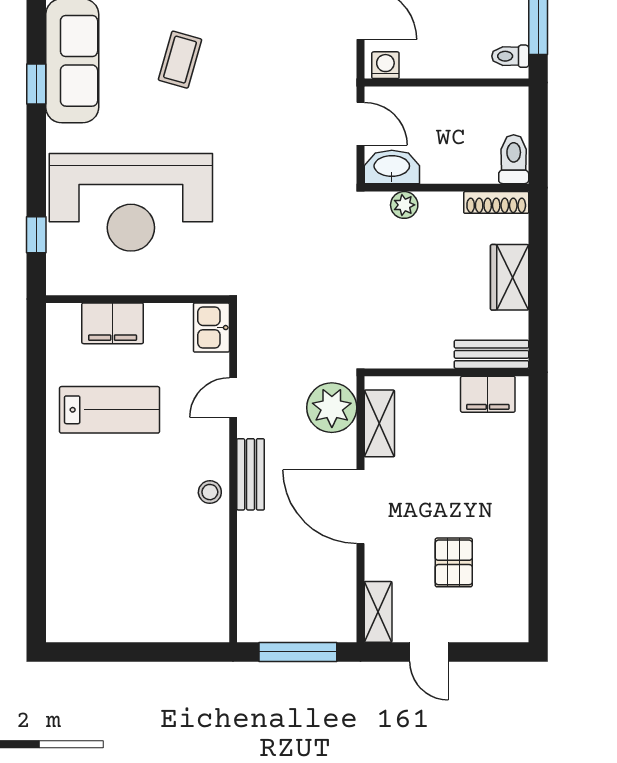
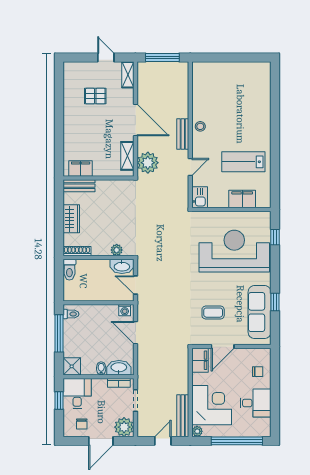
coffee table: (180, 60) -> (213, 313), turned 74
pallet: (454, 562) -> (95, 96), turned 90

